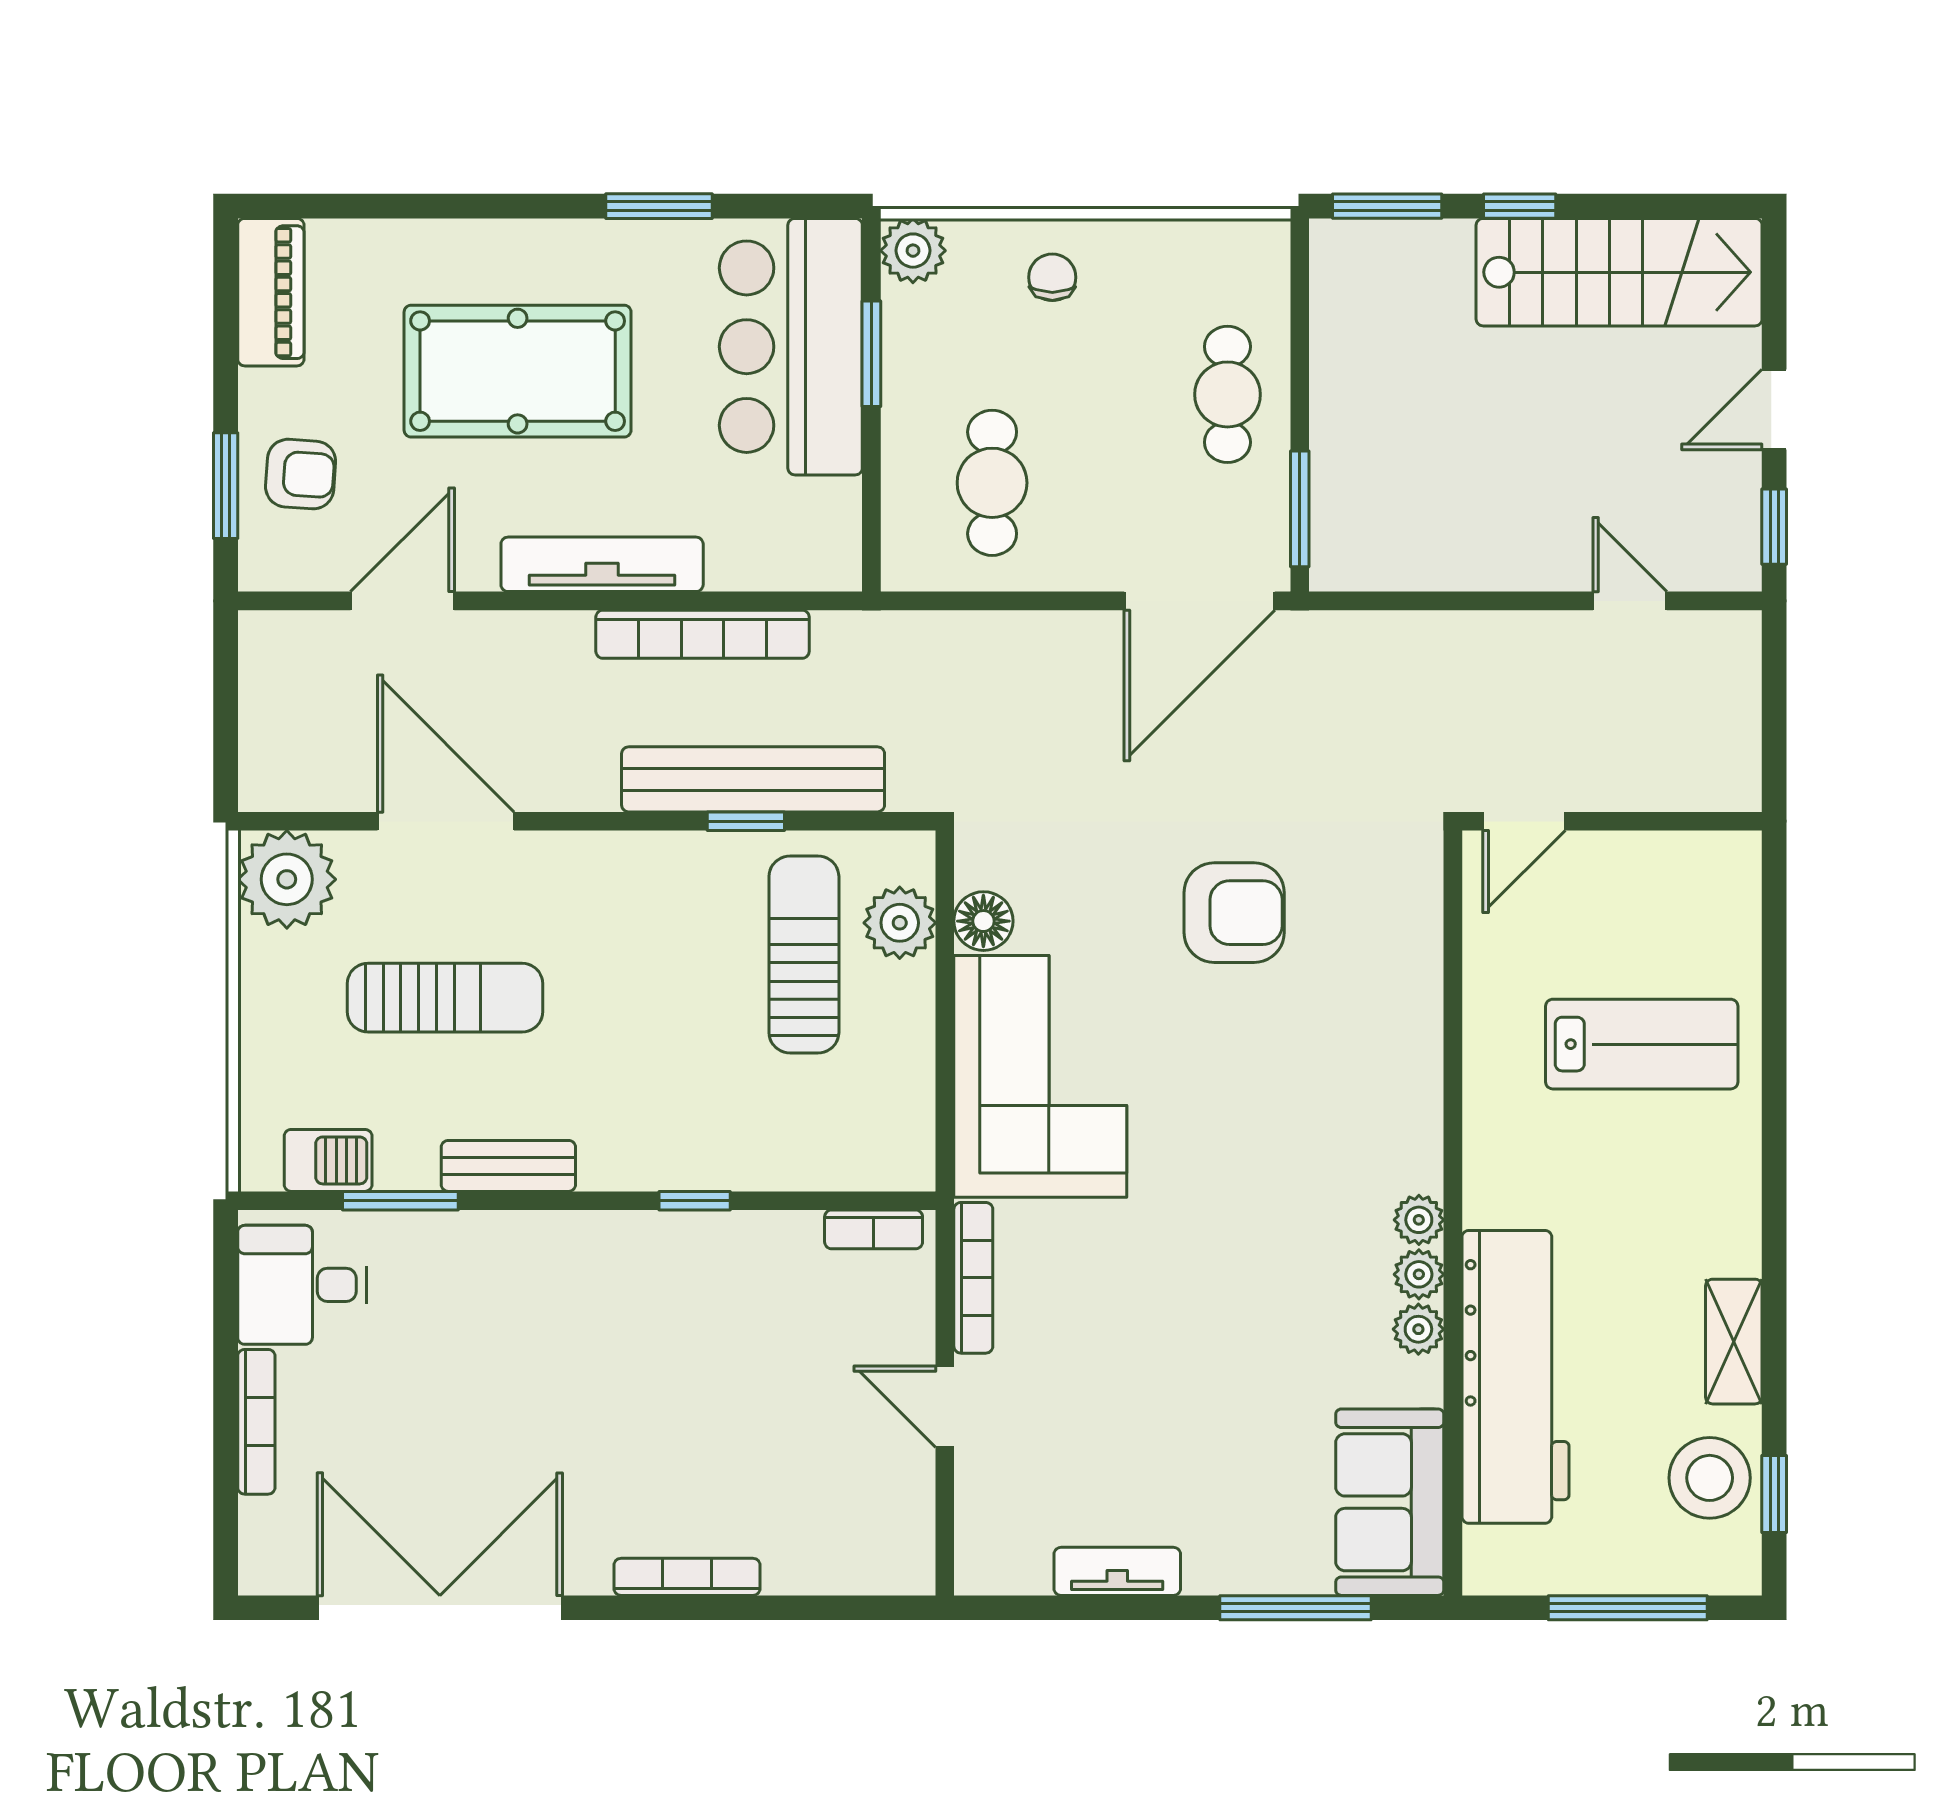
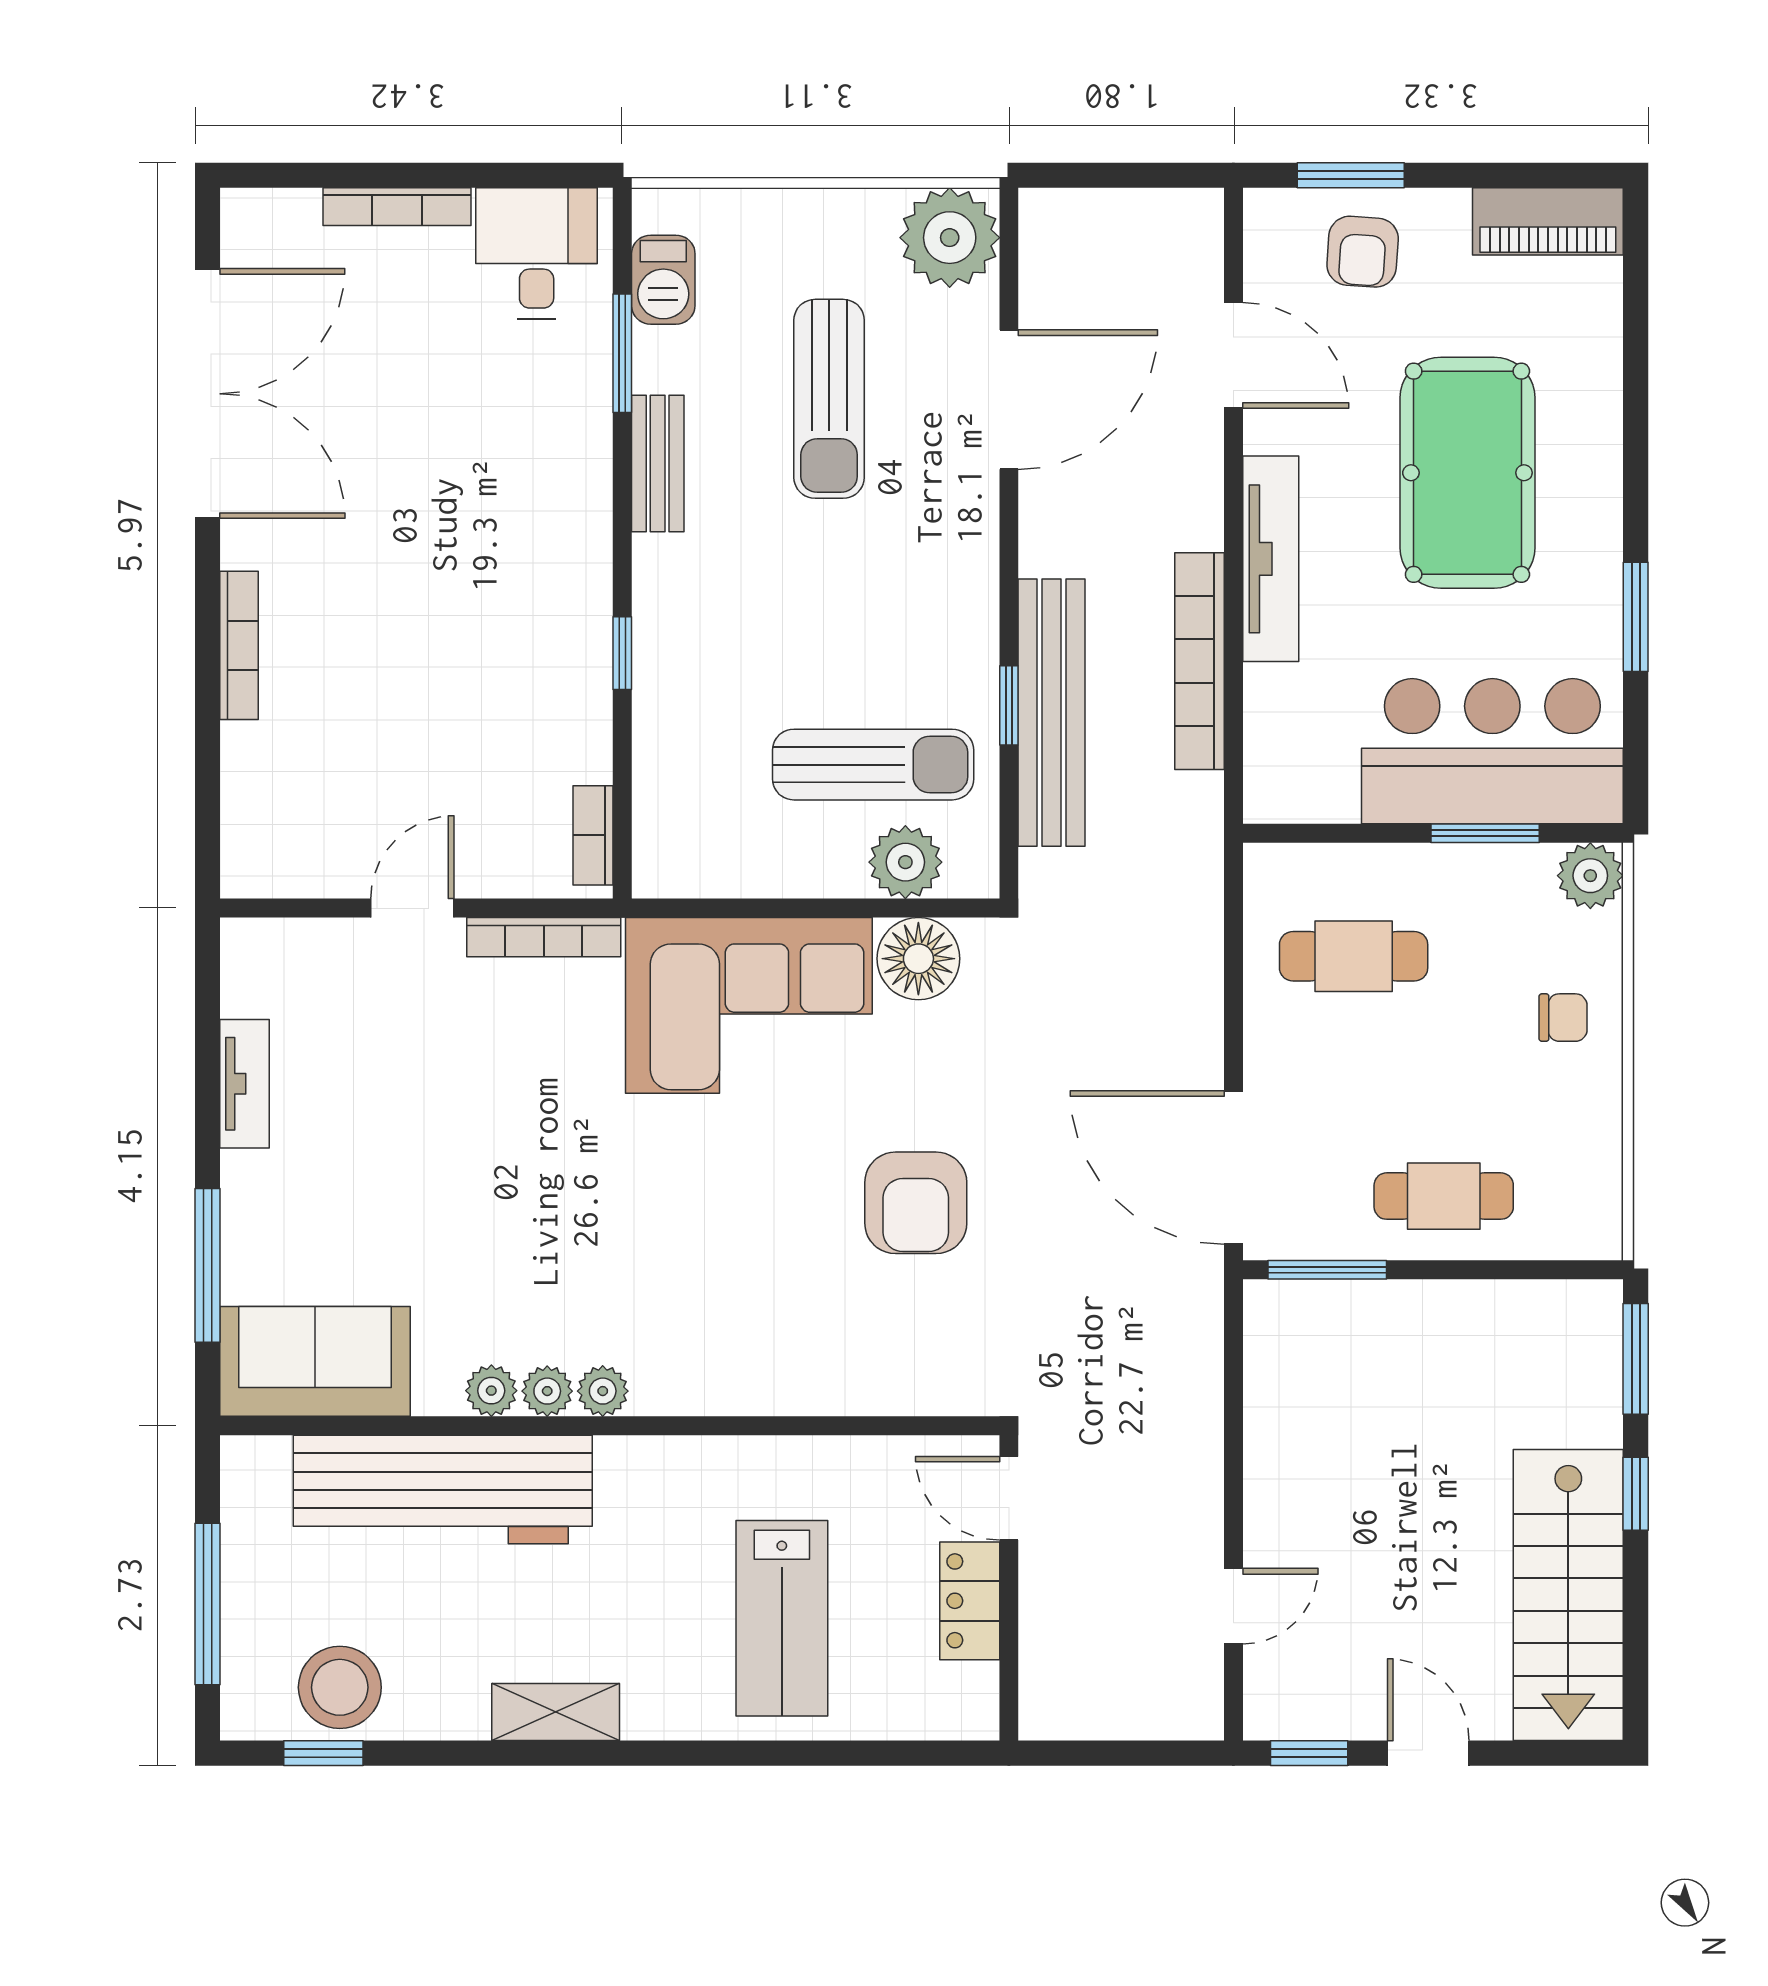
locker: (1625, 860) -> (970, 1601), added
floor lamp: (983, 921) -> (918, 959), width x1.38, depth x1.38
shelving: (1734, 1342) -> (556, 1712), moved

